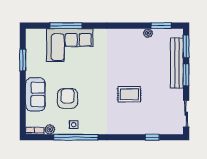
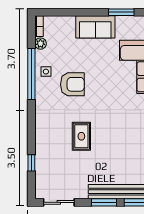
sofa: (35, 94) -> (95, 27), moved
armchair: (67, 98) -> (72, 84), moved

